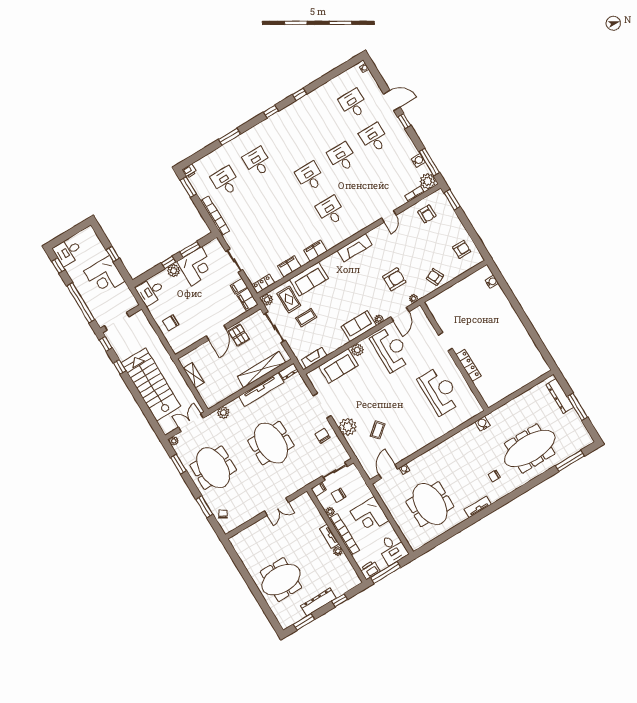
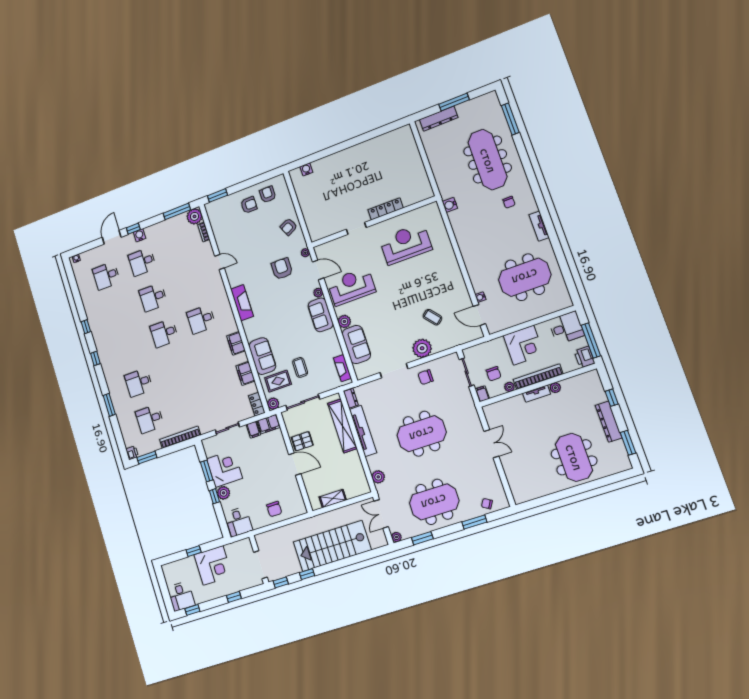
water cooler: (418, 161) -> (140, 235), moved
armchair: (427, 214) -> (249, 205), moved
window: (81, 303) -> (234, 597), width x0.32

